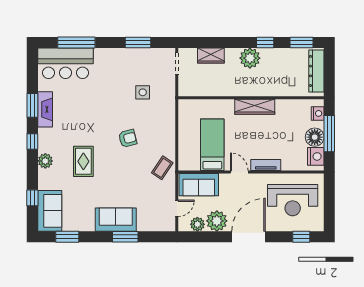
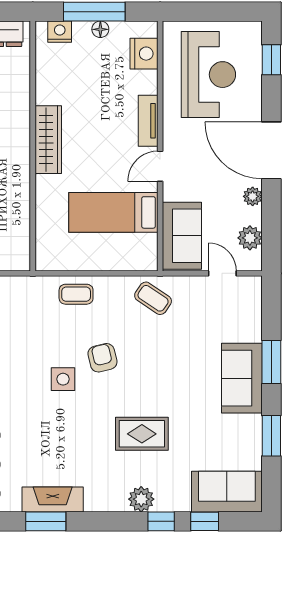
side table: (143, 92) -> (63, 379), moved
coffee table: (165, 123) -> (76, 294), added
floor lamp: (315, 137) -> (100, 29), width x0.53, depth x0.53
window: (32, 142) -> (161, 521), moved
nightstand: (316, 156) -> (144, 54), moved, turned 90
plant: (217, 221) -> (253, 196), width x0.53, depth x0.53
window: (67, 237) -> (271, 436), moved

